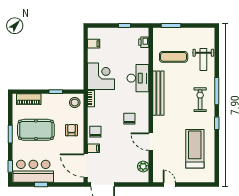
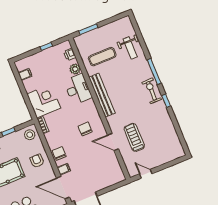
exercise bike: (200, 100) -> (152, 91), moved
treadmill: (195, 149) -> (134, 137), moved, width x0.73, depth x0.73
plant: (143, 166) -> (75, 69), moved

